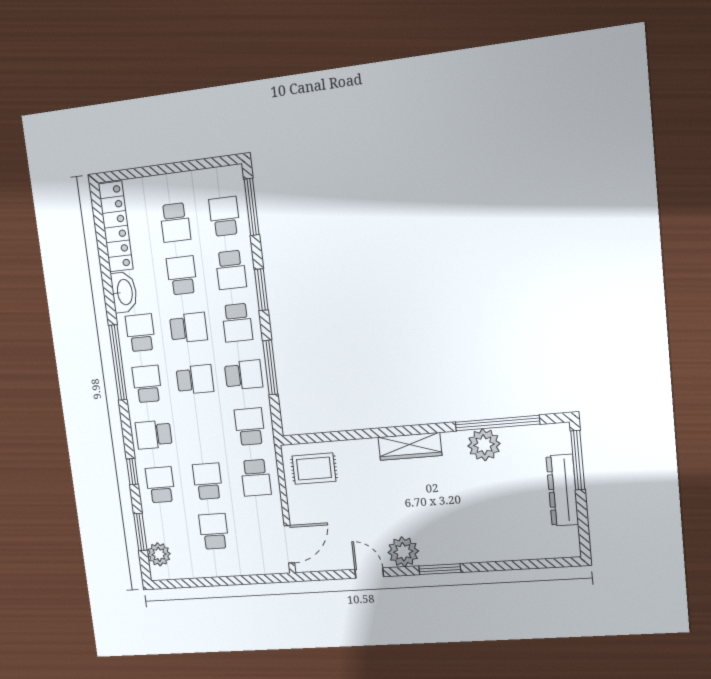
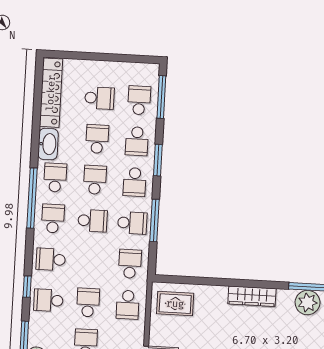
school desk: (175, 223) -> (99, 98), turned -90
school desk: (188, 328) -> (95, 180), turned -90
school desk: (160, 485) -> (48, 300), turned -90

